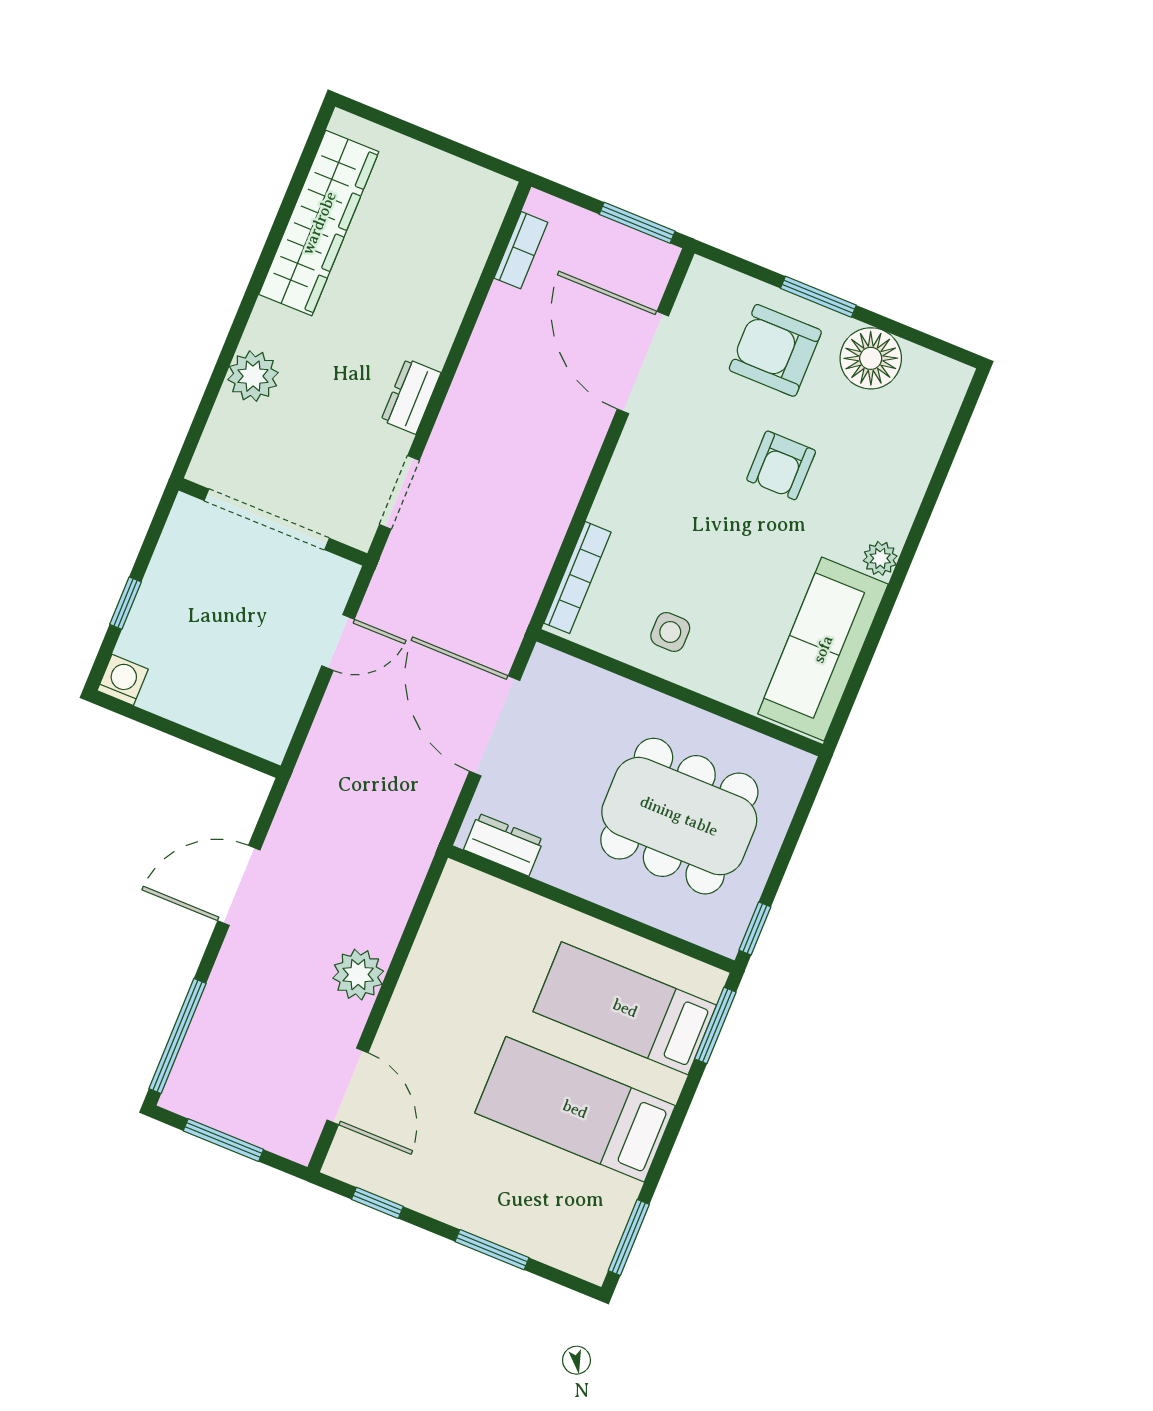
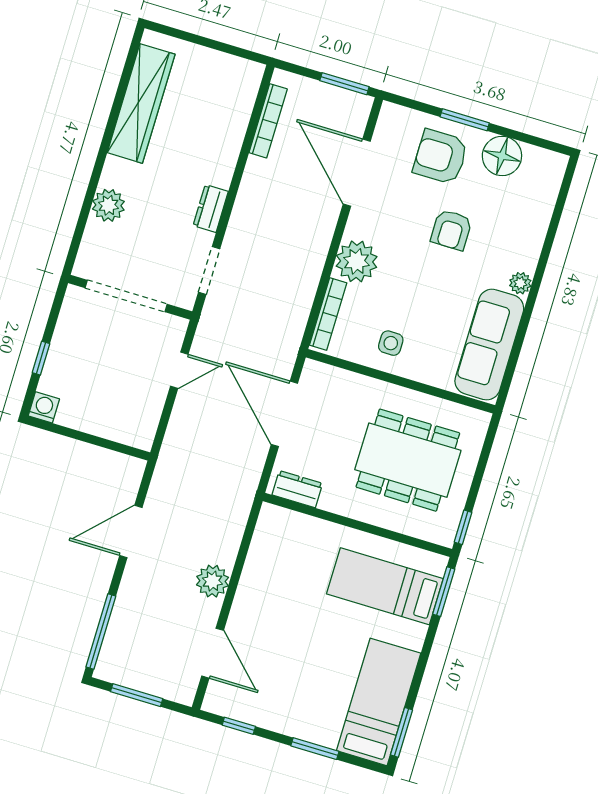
bookcase: (521, 250) -> (268, 121), width x1.56
plant: (629, 500) -> (357, 261), added
bed: (575, 1109) -> (379, 702), moved, turned 90

